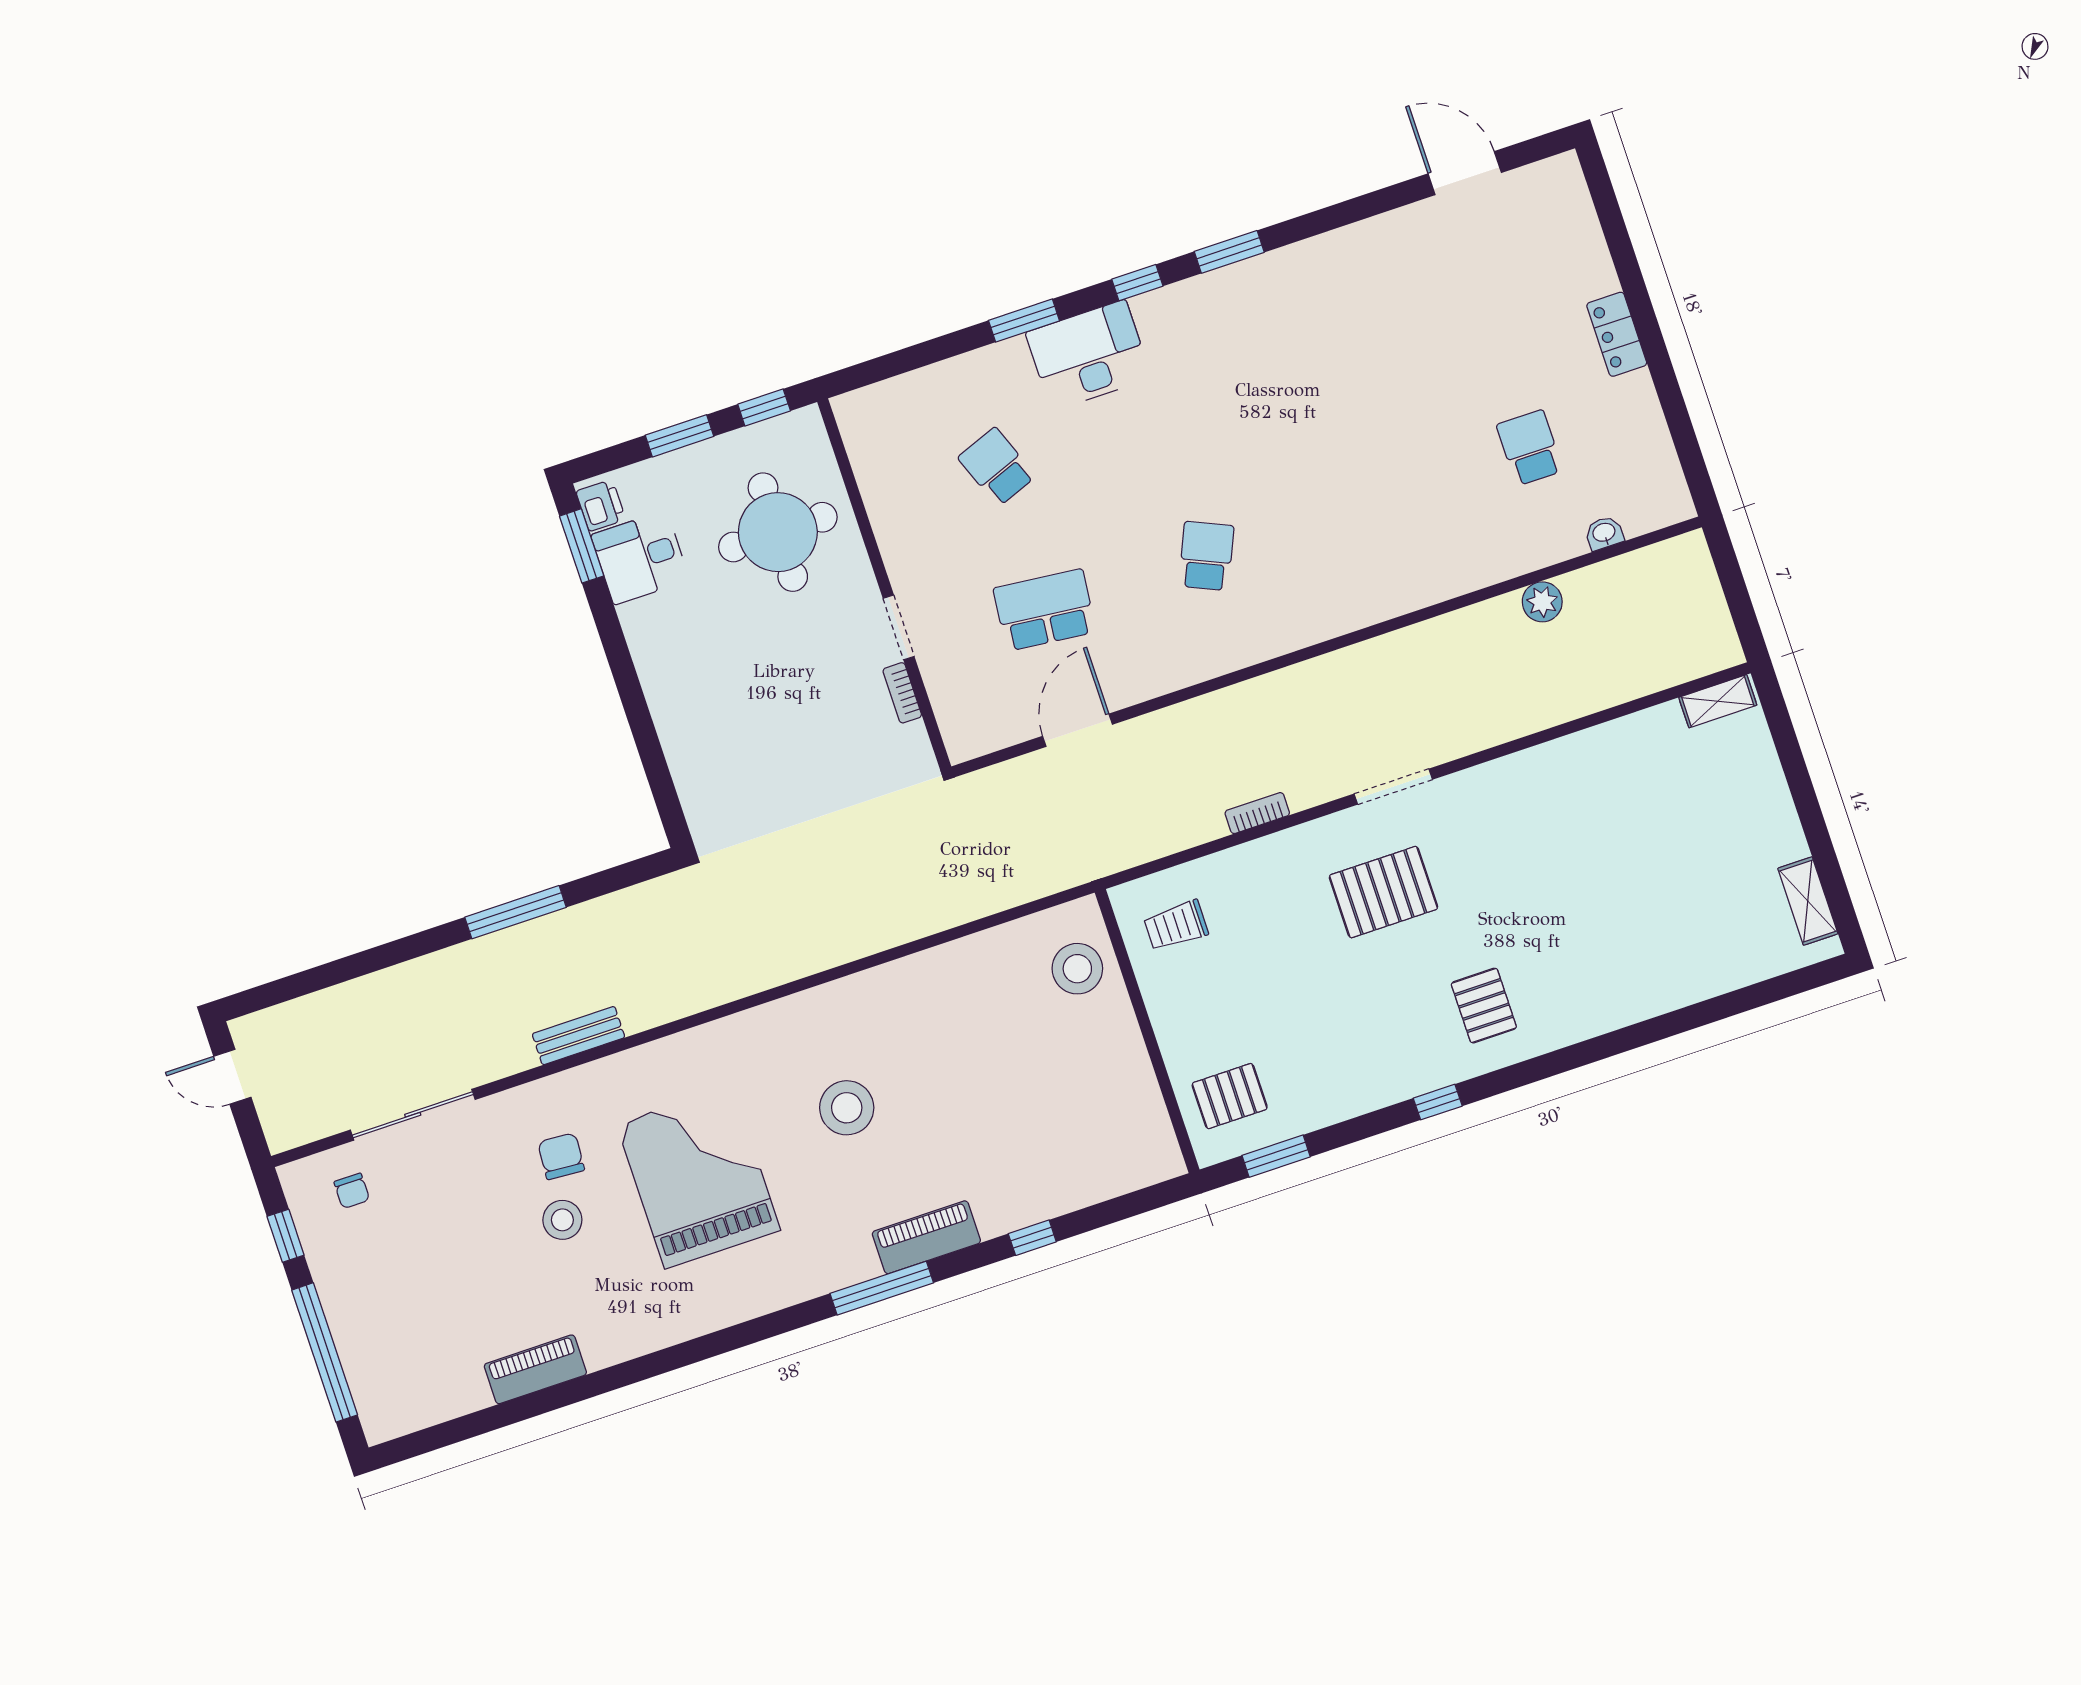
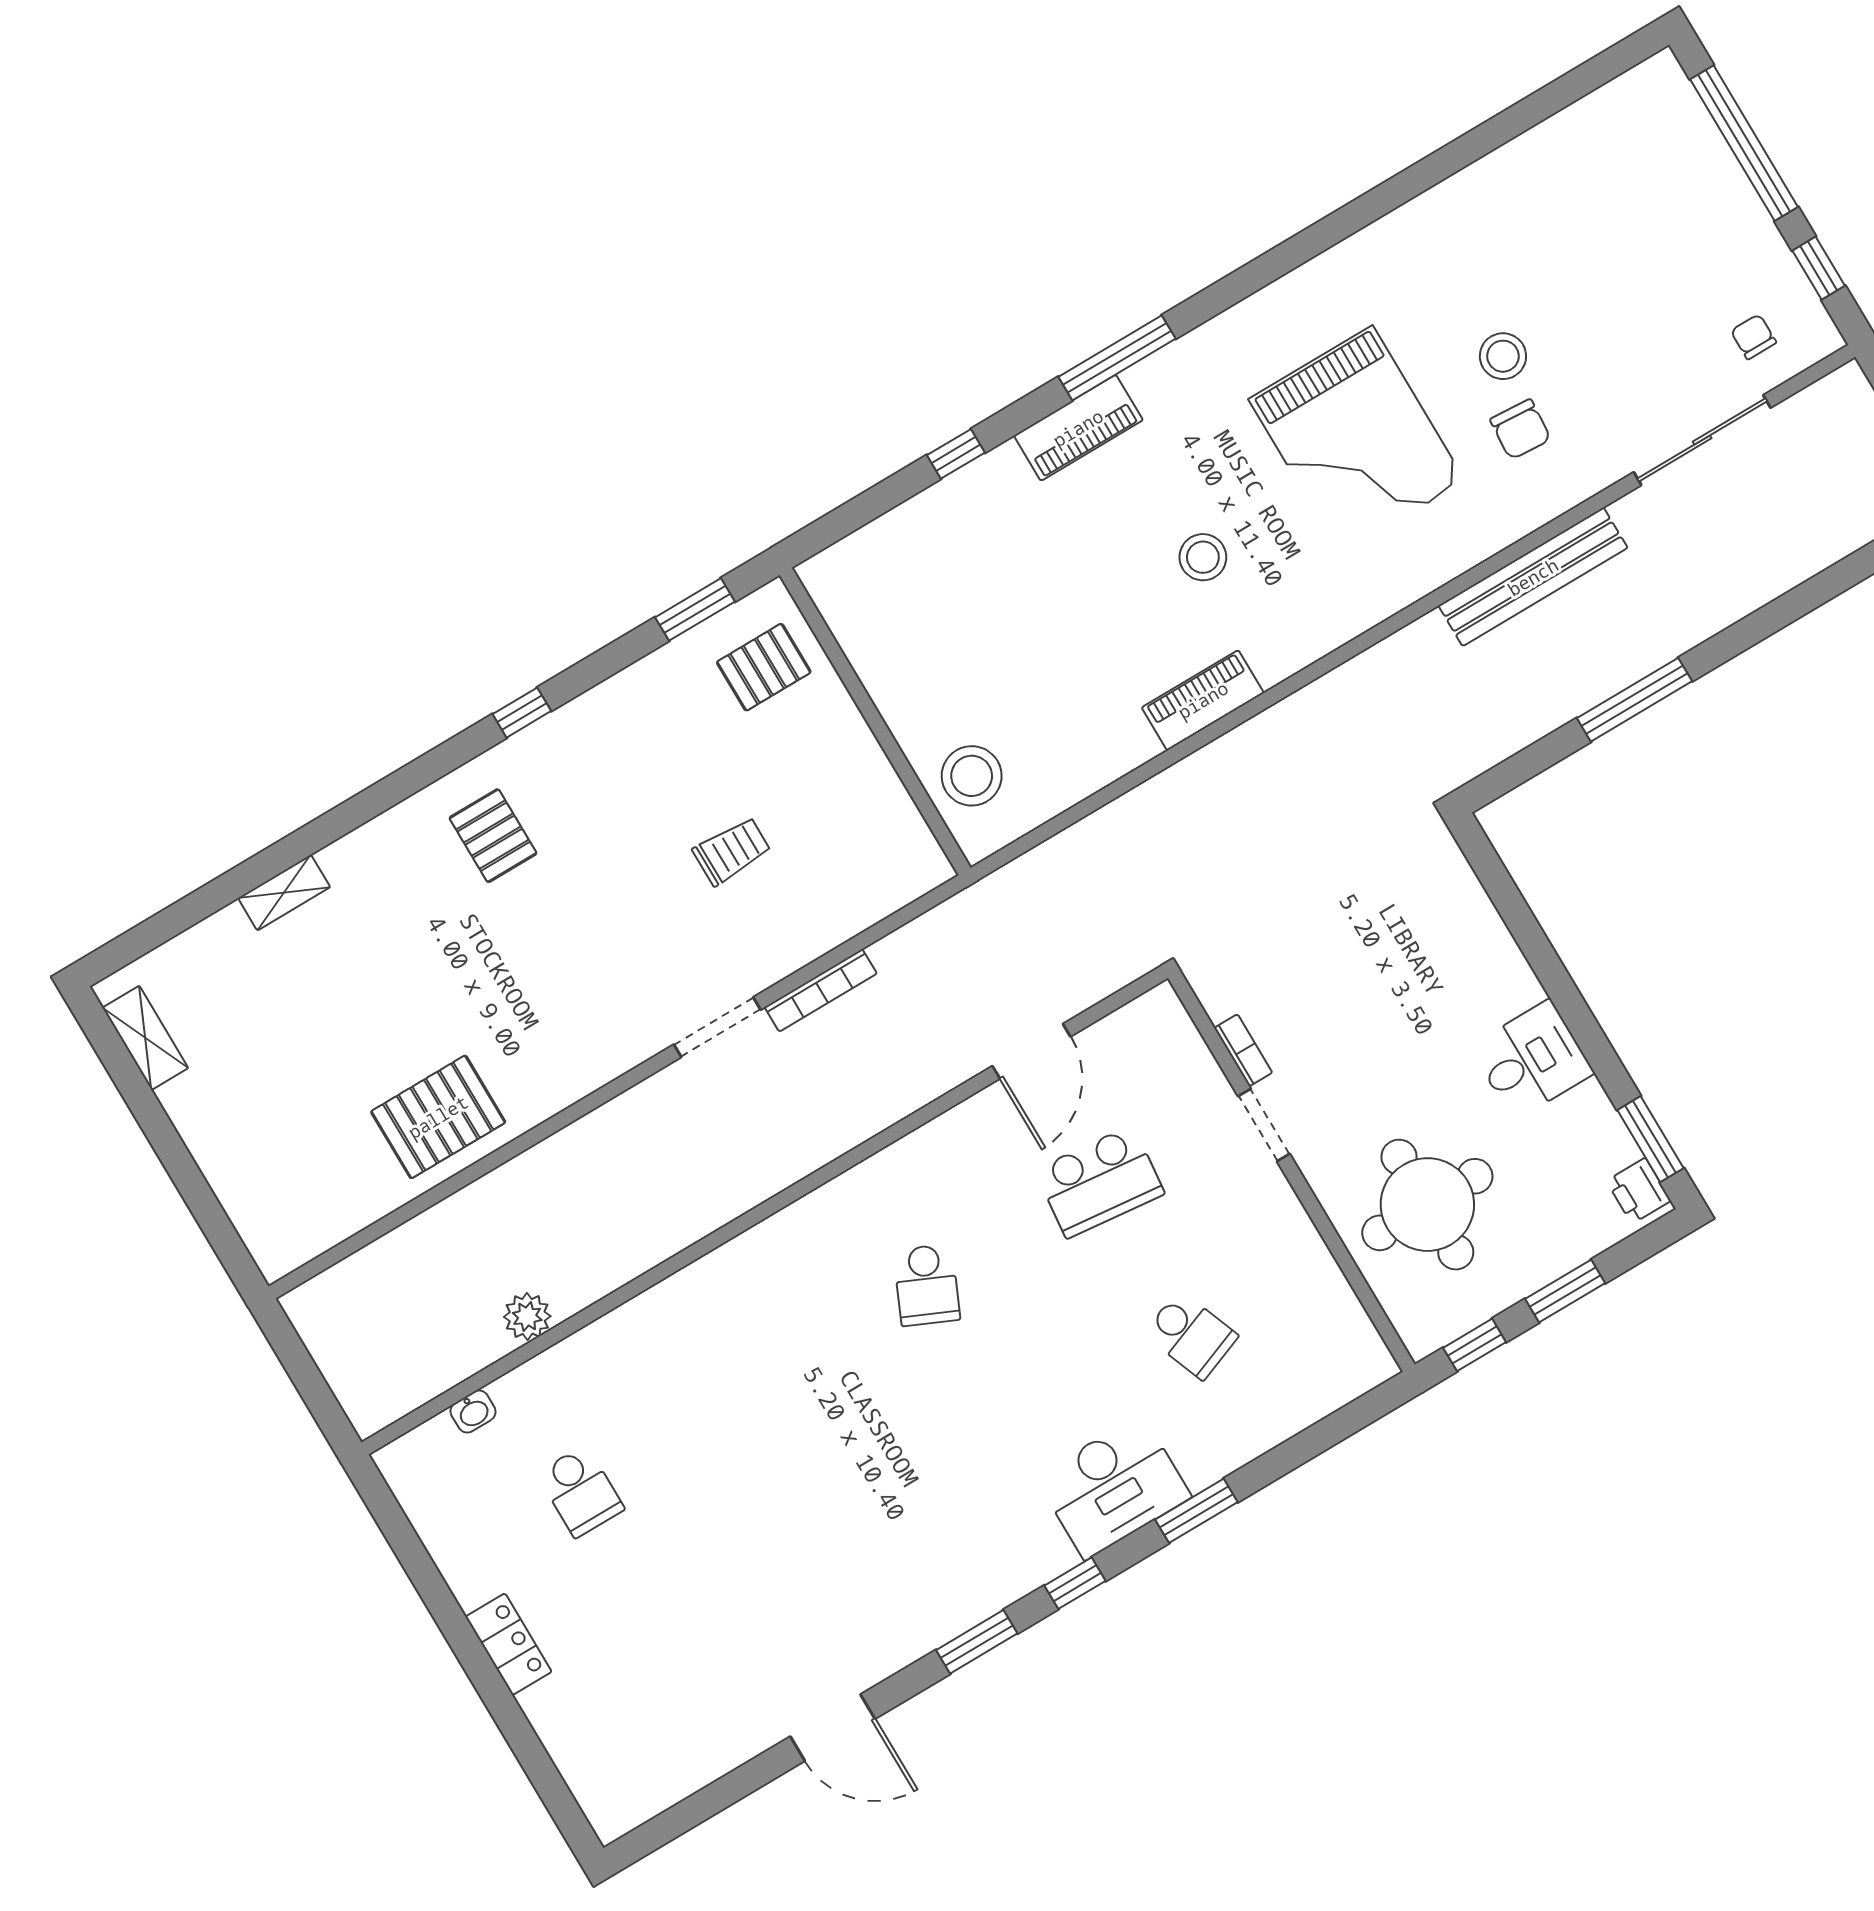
door: (1465, 173) -> (833, 1728), moved
desk: (640, 558) -> (1532, 1060), moved
shelving: (1718, 701) -> (284, 893), moved
doorway: (1393, 787) -> (717, 1027), moved
bookcase: (1257, 813) -> (821, 990), width x1.56
pallet: (1383, 892) -> (438, 1117), moved
trolley: (1176, 926) -> (732, 851), moved
bench: (578, 1036) -> (1533, 577), width x1.86, depth x1.21
stool: (847, 1108) -> (1203, 557), width x0.73, depth x0.73
piano: (535, 1369) -> (1203, 700), moved, turned 180

